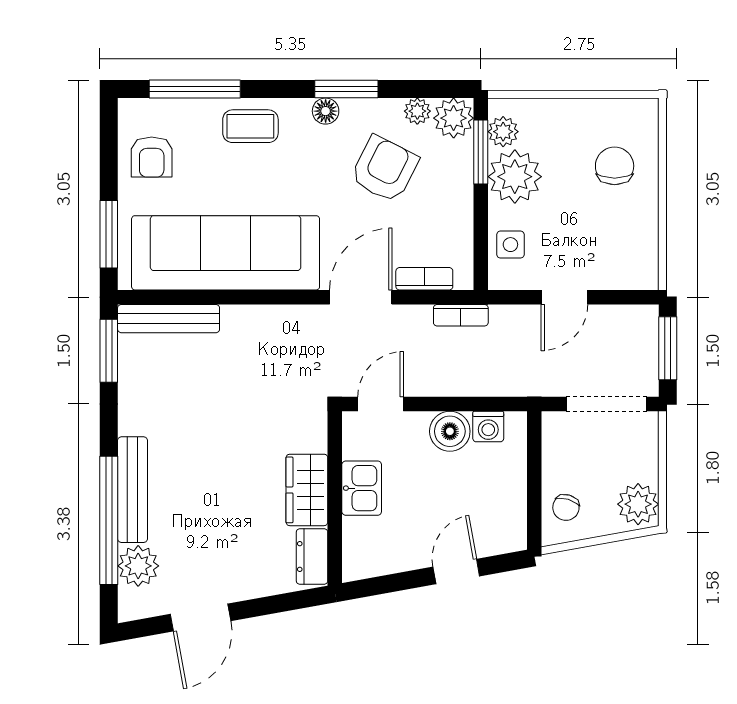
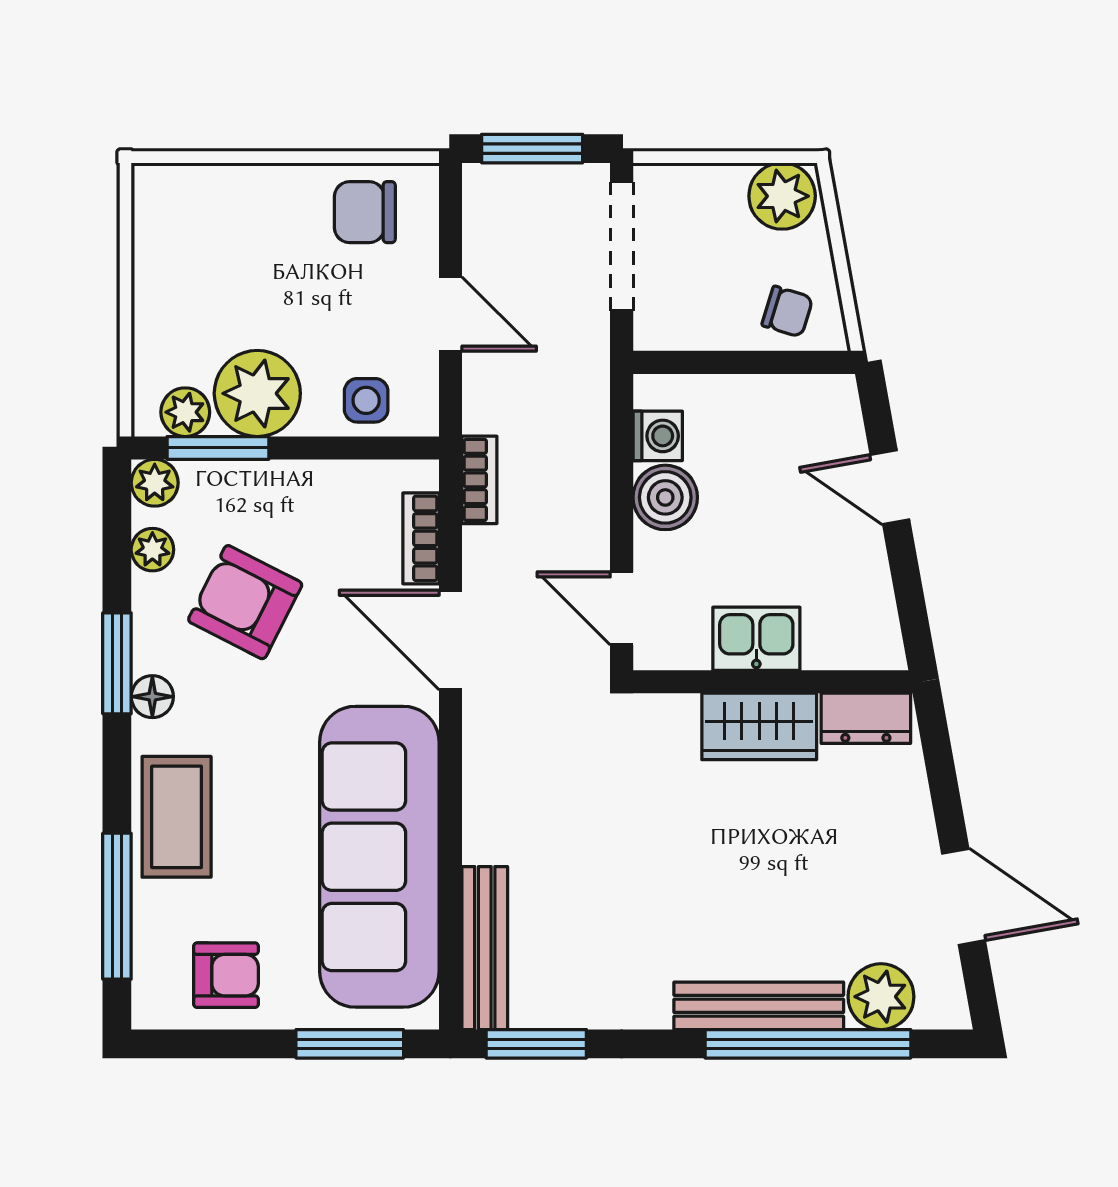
plant: (454, 118) -> (155, 483), width x0.73, depth x0.73
coffee table: (250, 126) -> (177, 817), width x1.36, depth x1.30
chair: (615, 166) -> (365, 212), moved

